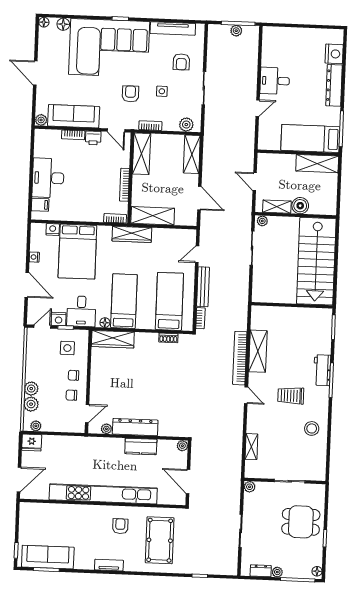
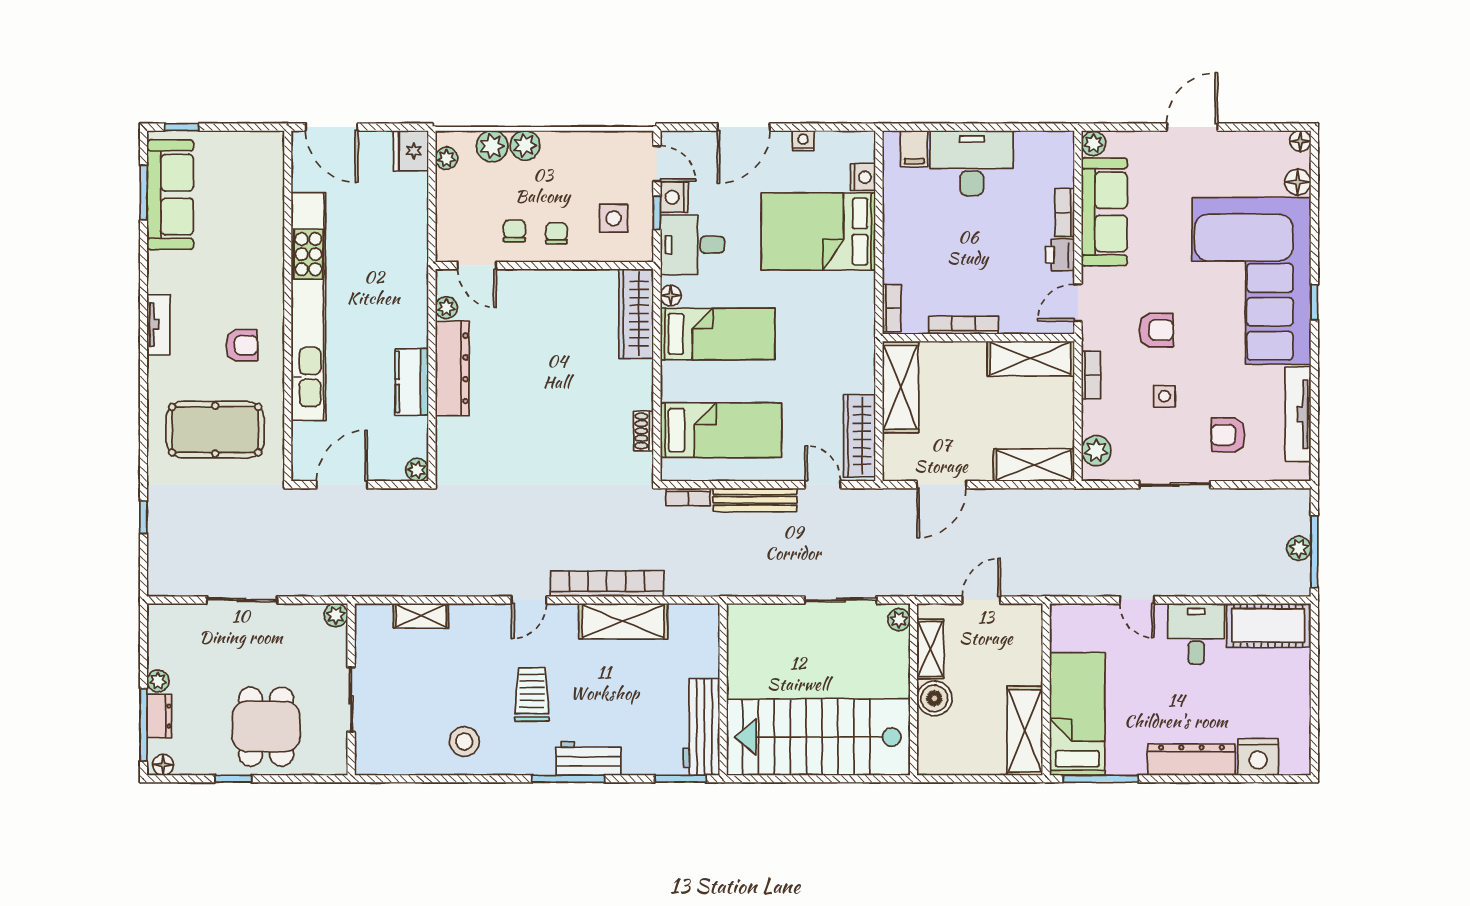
cot: (272, 47) -> (1268, 625), added
wardrobe: (132, 234) -> (859, 436), moved
workbench: (309, 316) -> (702, 727), added
dresser: (261, 571) -> (159, 716), moved

